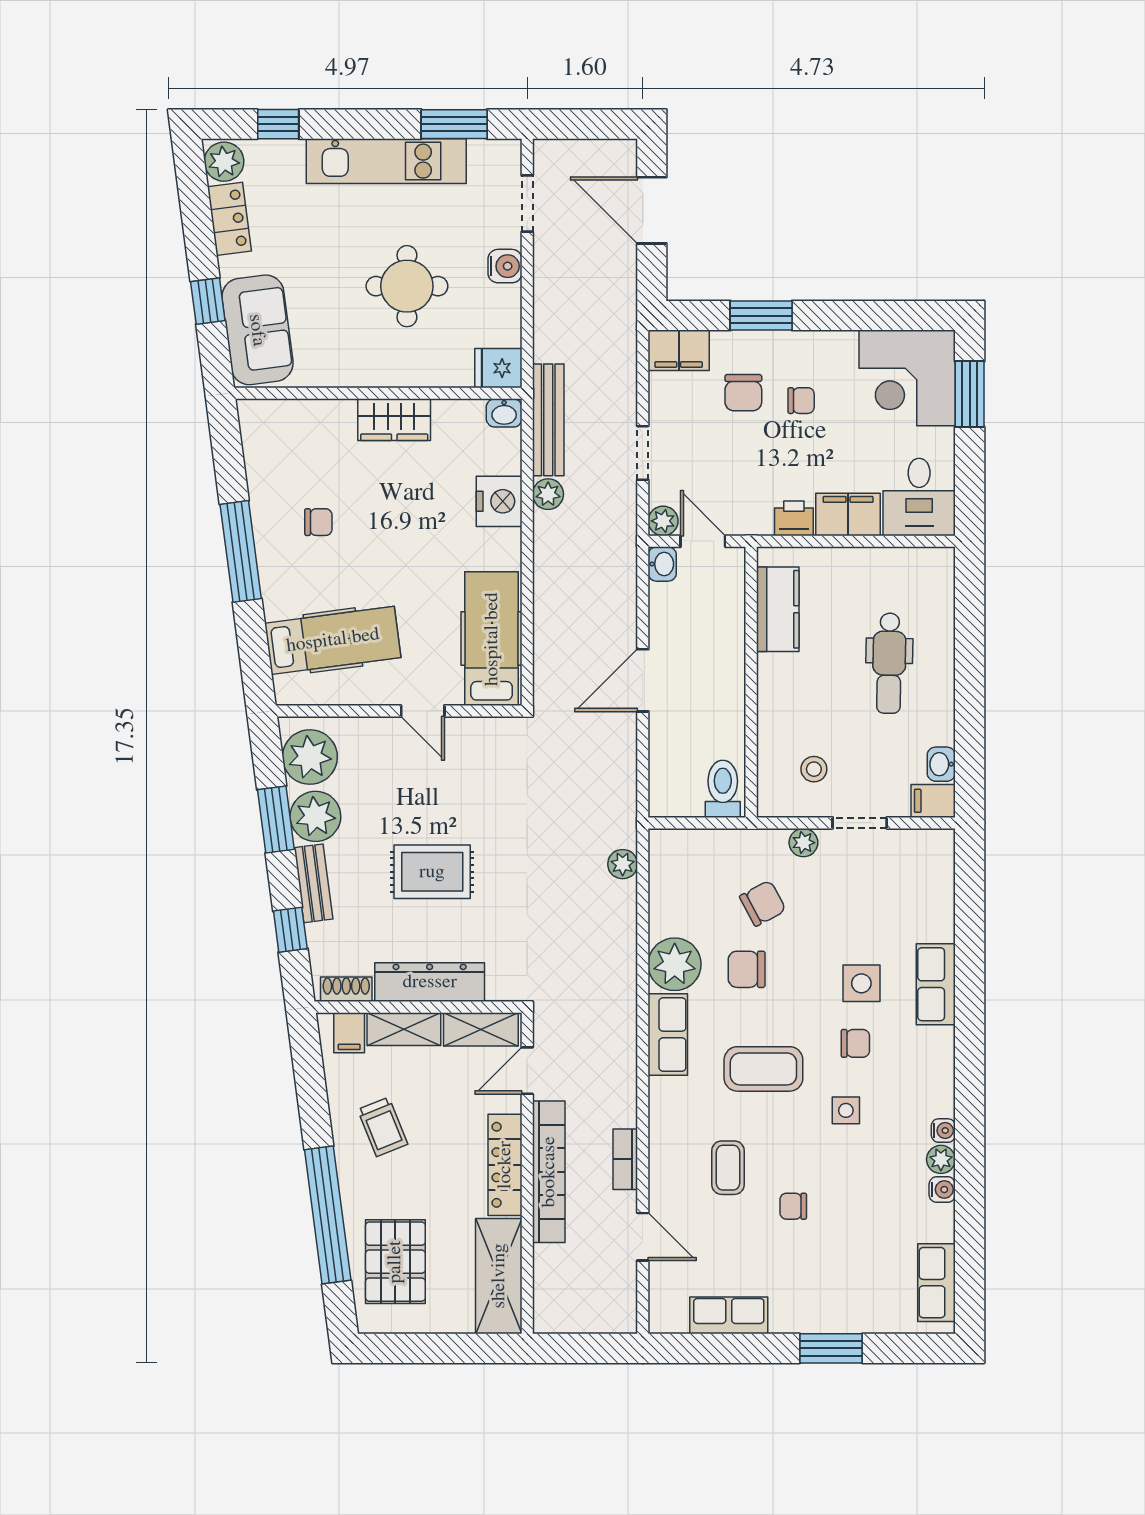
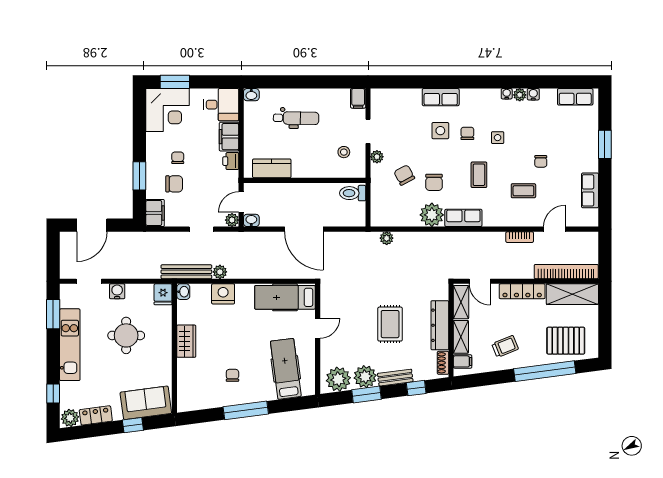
door: (643, 680) -> (304, 229), width x1.36
washbasin: (941, 764) -> (251, 95), moved
coffee table: (763, 1069) -> (479, 175), width x0.73, depth x0.77
bookcase: (549, 1172) -> (566, 272), moved

